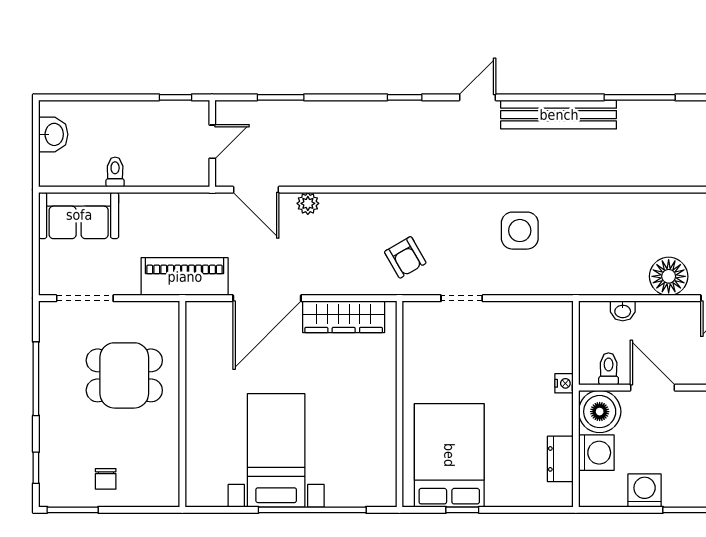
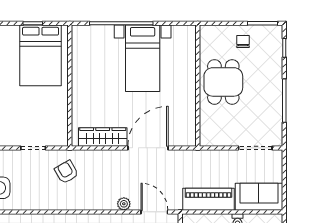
piano: (185, 277) -> (209, 199), moved, turned 180
dining table: (124, 375) -> (223, 82), moved, turned 90

